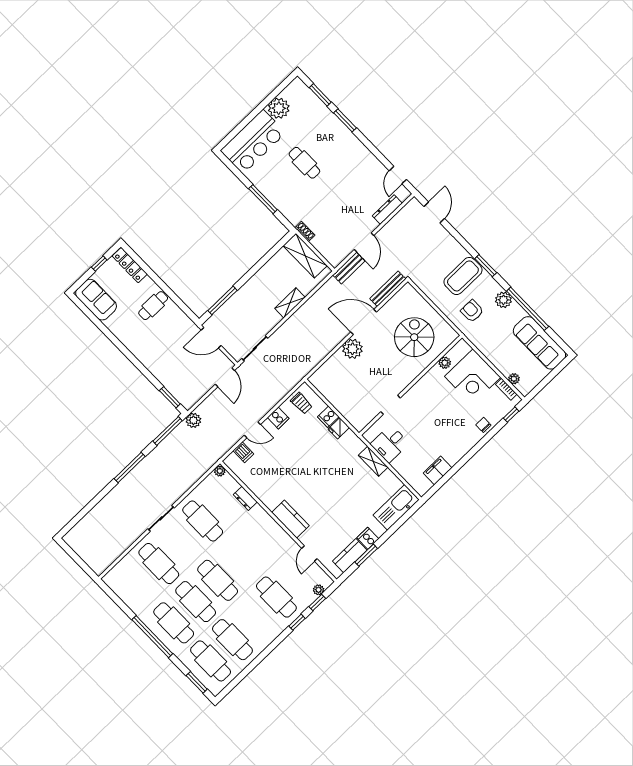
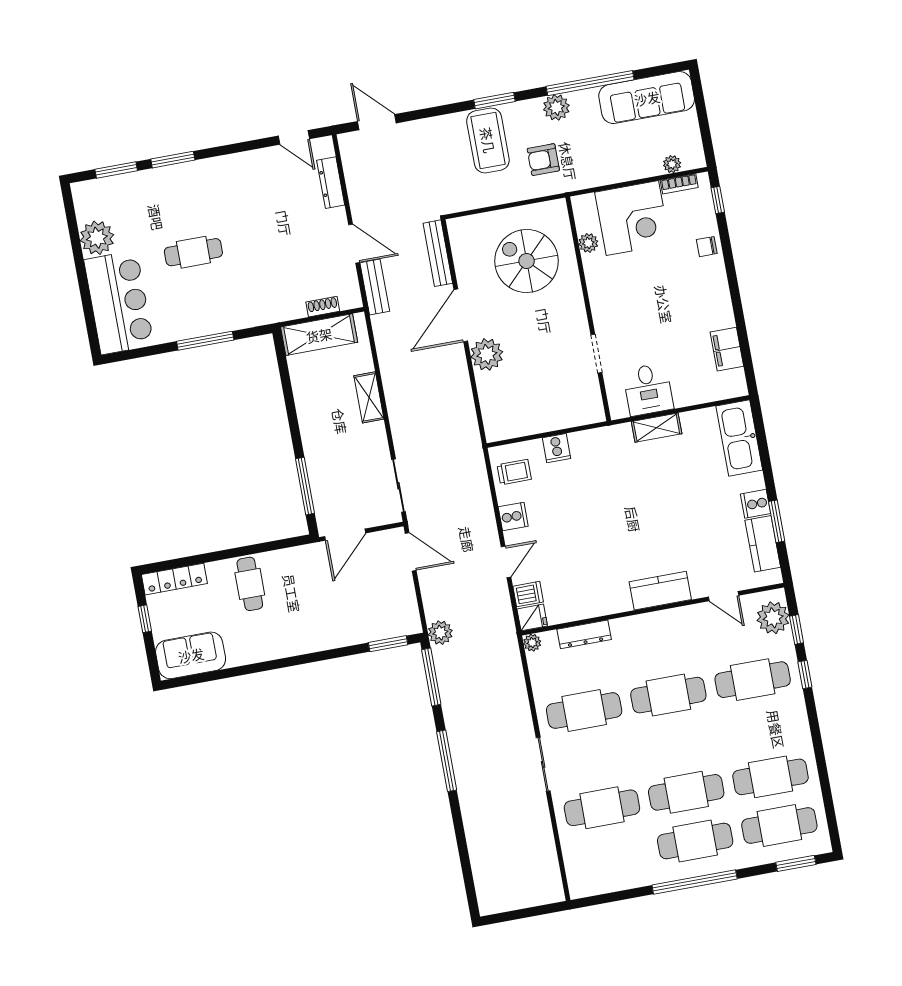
shoe rack: (305, 231) -> (323, 307), moved
fridge: (339, 428) -> (532, 617), moved, turned -90
dresser: (245, 498) -> (584, 634), width x1.44
cafe table: (218, 580) -> (668, 695), moved
plant: (319, 590) -> (773, 618), width x1.88, depth x1.88

